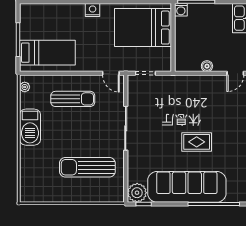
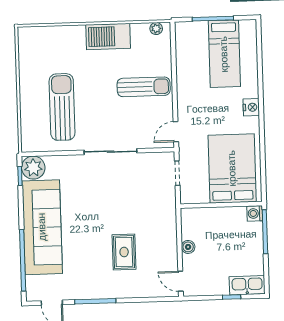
bed: (47, 53) -> (224, 54), moved
sun lounger: (73, 99) -> (144, 87), turned -90
rug: (197, 142) -> (124, 252), moved

